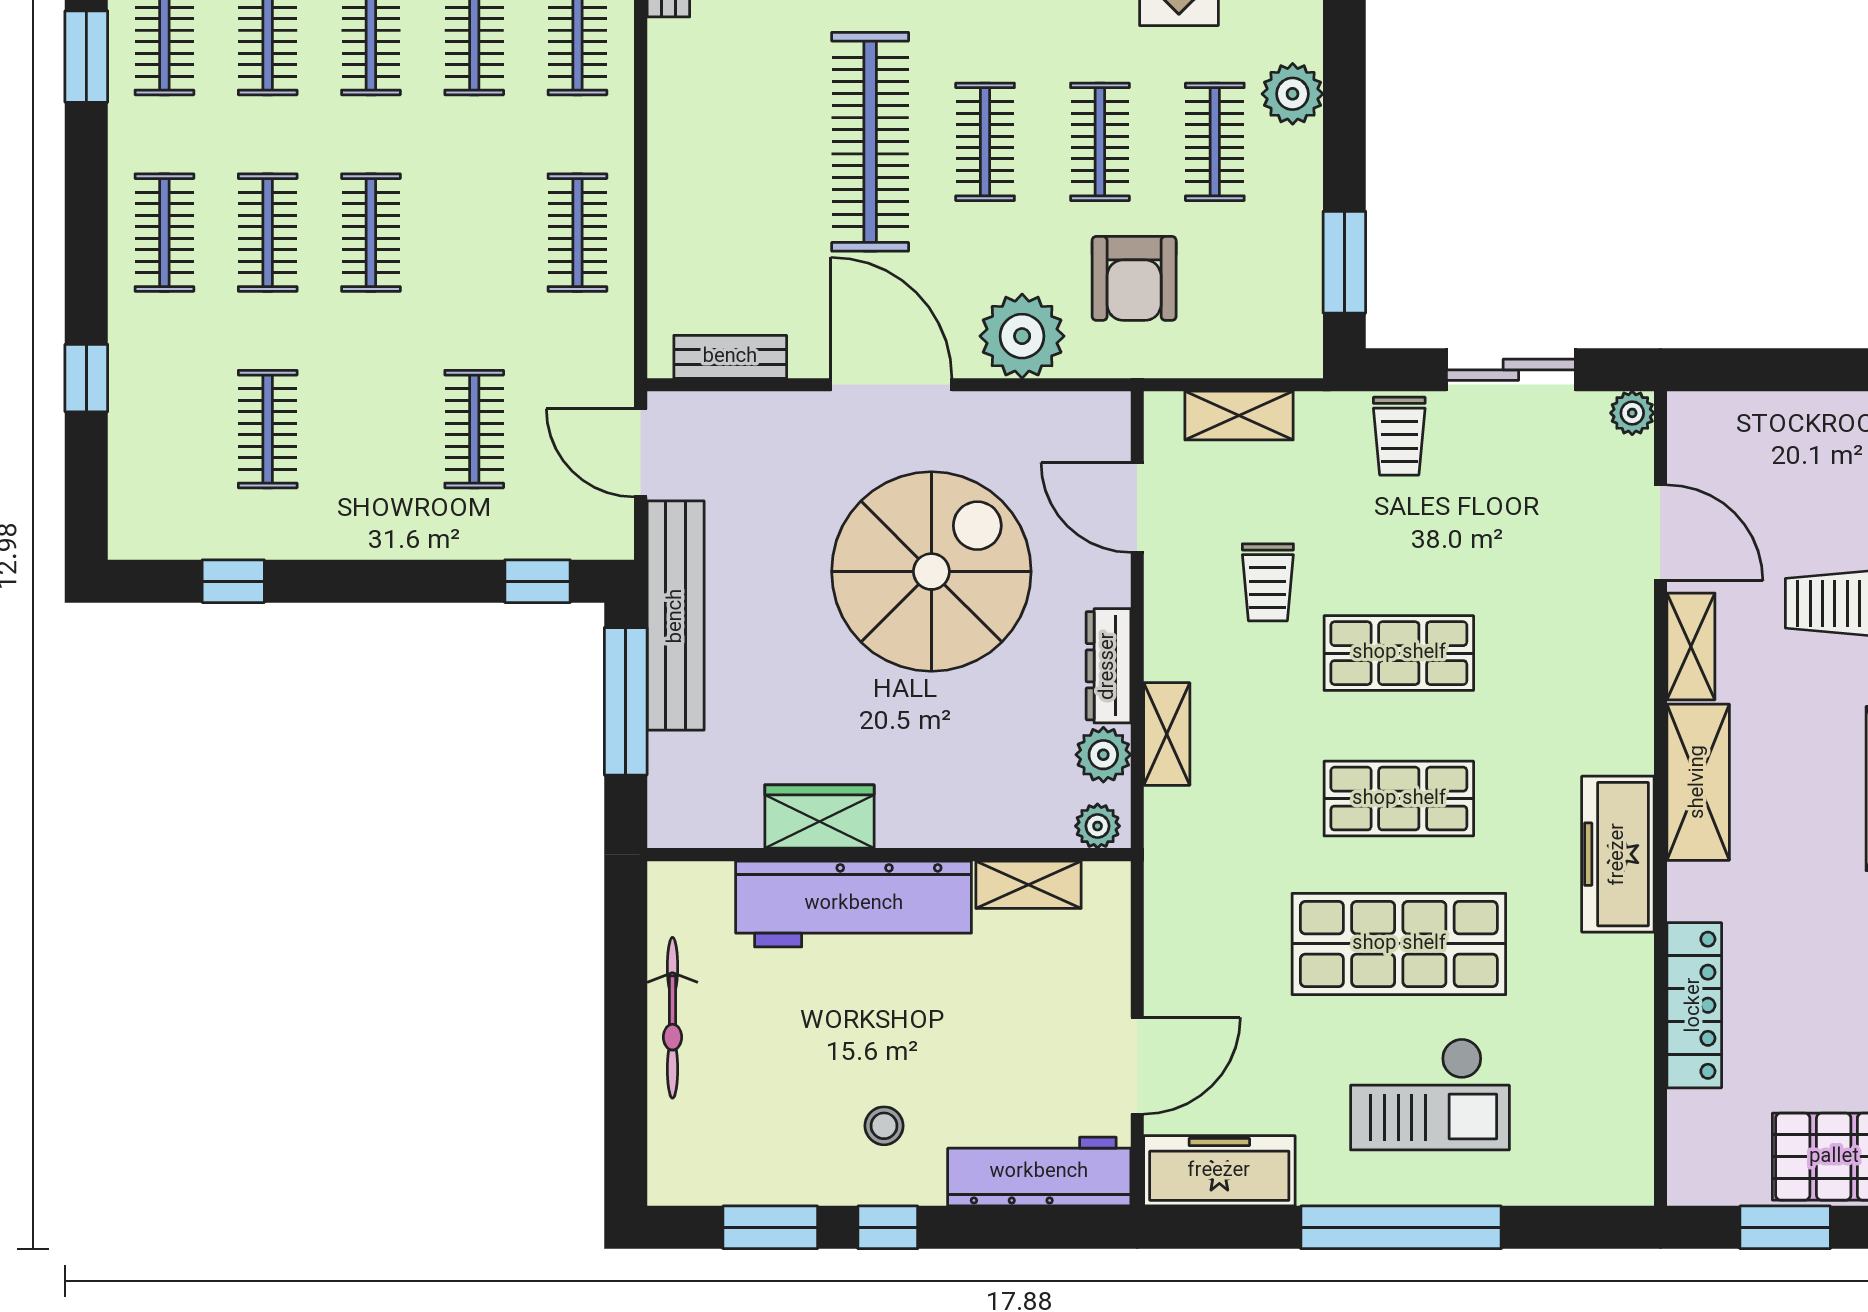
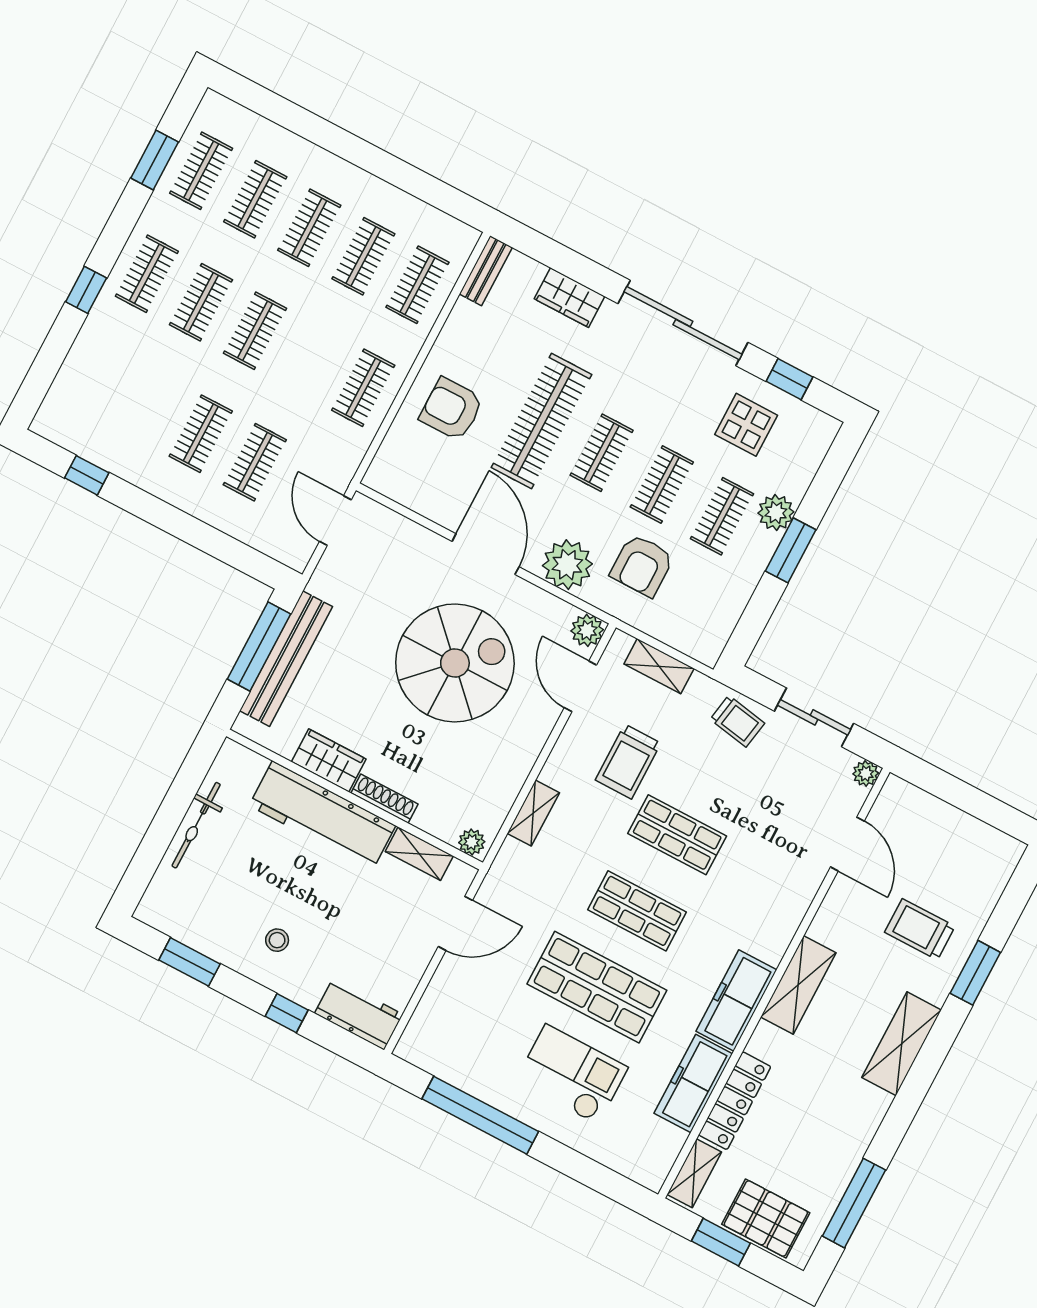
armchair: (726, 195) -> (452, 409), added
window: (1344, 262) -> (791, 550), moved
bench: (730, 357) -> (409, 495), removed
window: (86, 378) -> (86, 290), moved
clothes rail: (268, 429) -> (201, 434), moved
trolley: (1399, 436) -> (737, 721), turned -80
window: (537, 581) -> (246, 559), removed
trolley: (1268, 582) -> (628, 762), width x1.36, depth x1.39
bench: (676, 616) -> (286, 659), moved
shelving: (1691, 646) -> (694, 1173), moved
dresser: (1108, 666) -> (522, 761), removed
plant: (1103, 755) -> (587, 630), moved
shoe rack: (933, 830) -> (384, 799), added
door: (1137, 1066) -> (455, 923), moved
checkout: (1430, 1094) -> (572, 1074), turned 180
freezer: (1219, 1171) -> (693, 1084), moved, turned -90
workbench: (1039, 1172) -> (359, 1014), width x0.73
window: (888, 1227) -> (287, 1013), moved
window: (1401, 1227) -> (480, 1115), moved

